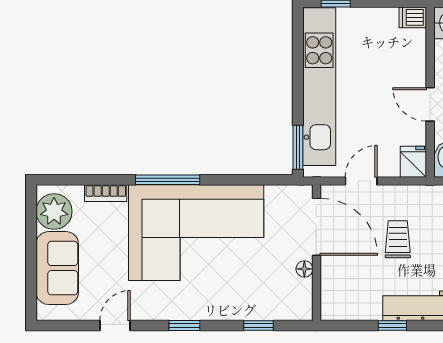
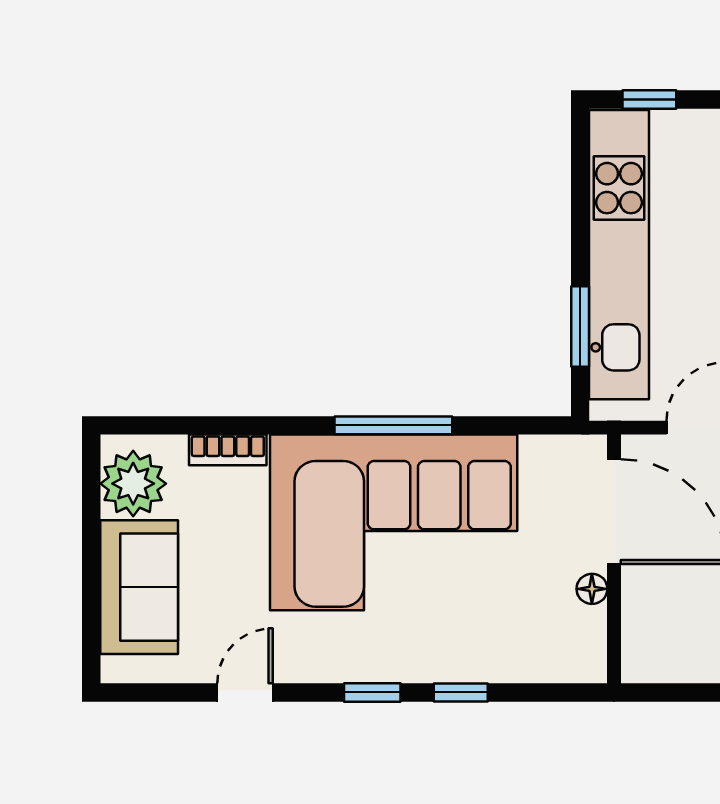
window: (298, 147) -> (580, 326), moved
window: (168, 180) -> (393, 425), moved
window: (258, 326) -> (461, 692), moved

